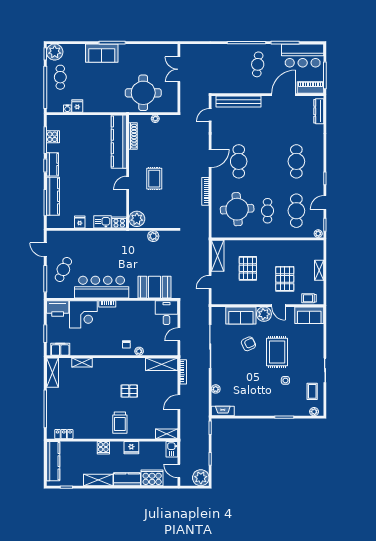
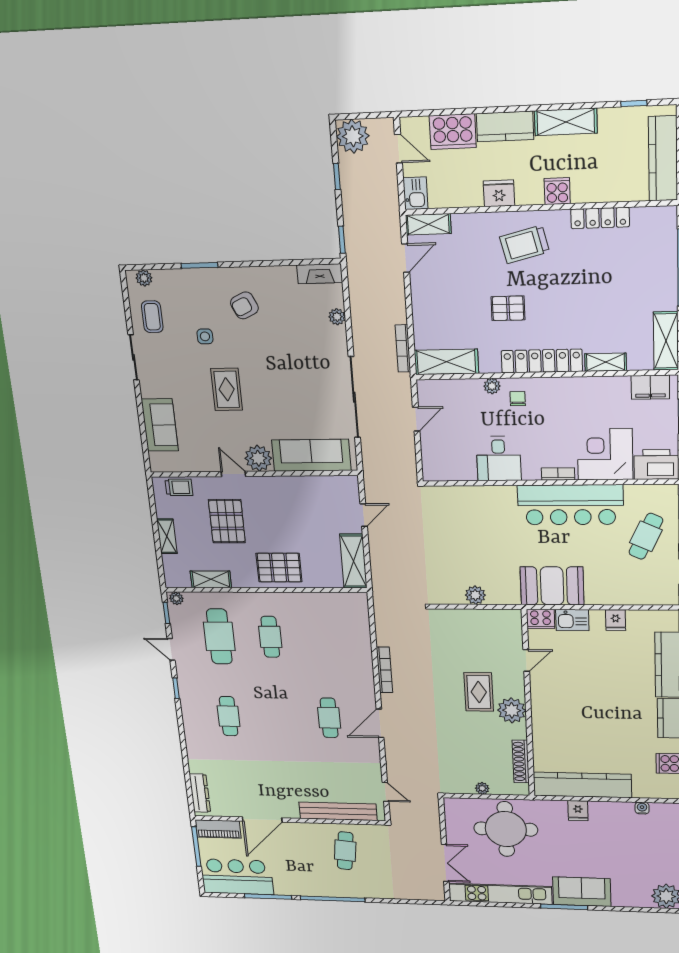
kitchen unit: (148, 50) -> (500, 894), added
cafe table: (258, 64) -> (345, 851), moved
cafe table: (60, 77) -> (656, 857), removed
fridge: (77, 106) -> (578, 811), moved
door: (210, 115) -> (386, 792), hinge flipped
kitchen counter: (119, 142) -> (582, 785), moved, turned -90
cafe table: (239, 161) -> (329, 718), width x0.73, depth x0.74
cafe table: (296, 161) -> (229, 716), width x0.73, depth x0.74
door: (128, 183) -> (526, 661), moved
door: (325, 203) -> (171, 649), swing flipped
round table: (237, 209) -> (325, 640), removed
plant: (137, 219) -> (512, 710), moved
shelving: (297, 245) -> (211, 579), added
pallet: (248, 268) -> (279, 568), moved, turned 90
booth: (154, 287) -> (552, 586), moved
desk: (166, 313) -> (499, 459), moved
sofa: (241, 315) -> (311, 455), width x1.36
sofa: (309, 315) -> (160, 425), moved, turned 90
armchair: (248, 344) -> (244, 305), moved
rug: (277, 352) -> (227, 389), width x0.73, depth x0.70
locker: (114, 364) -> (542, 361), added
door: (179, 402) -> (406, 258), moved
trolley: (120, 423) -> (525, 244), turned -104
locker: (64, 434) -> (600, 218), moved, width x1.53

